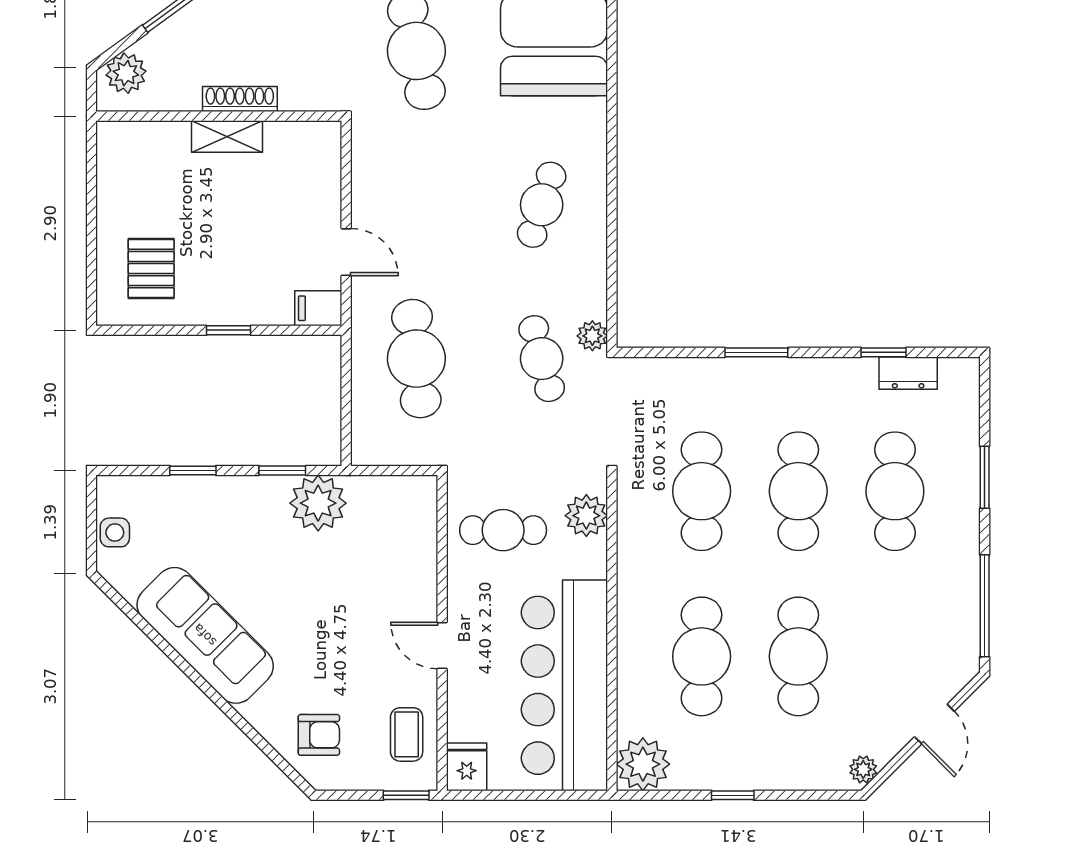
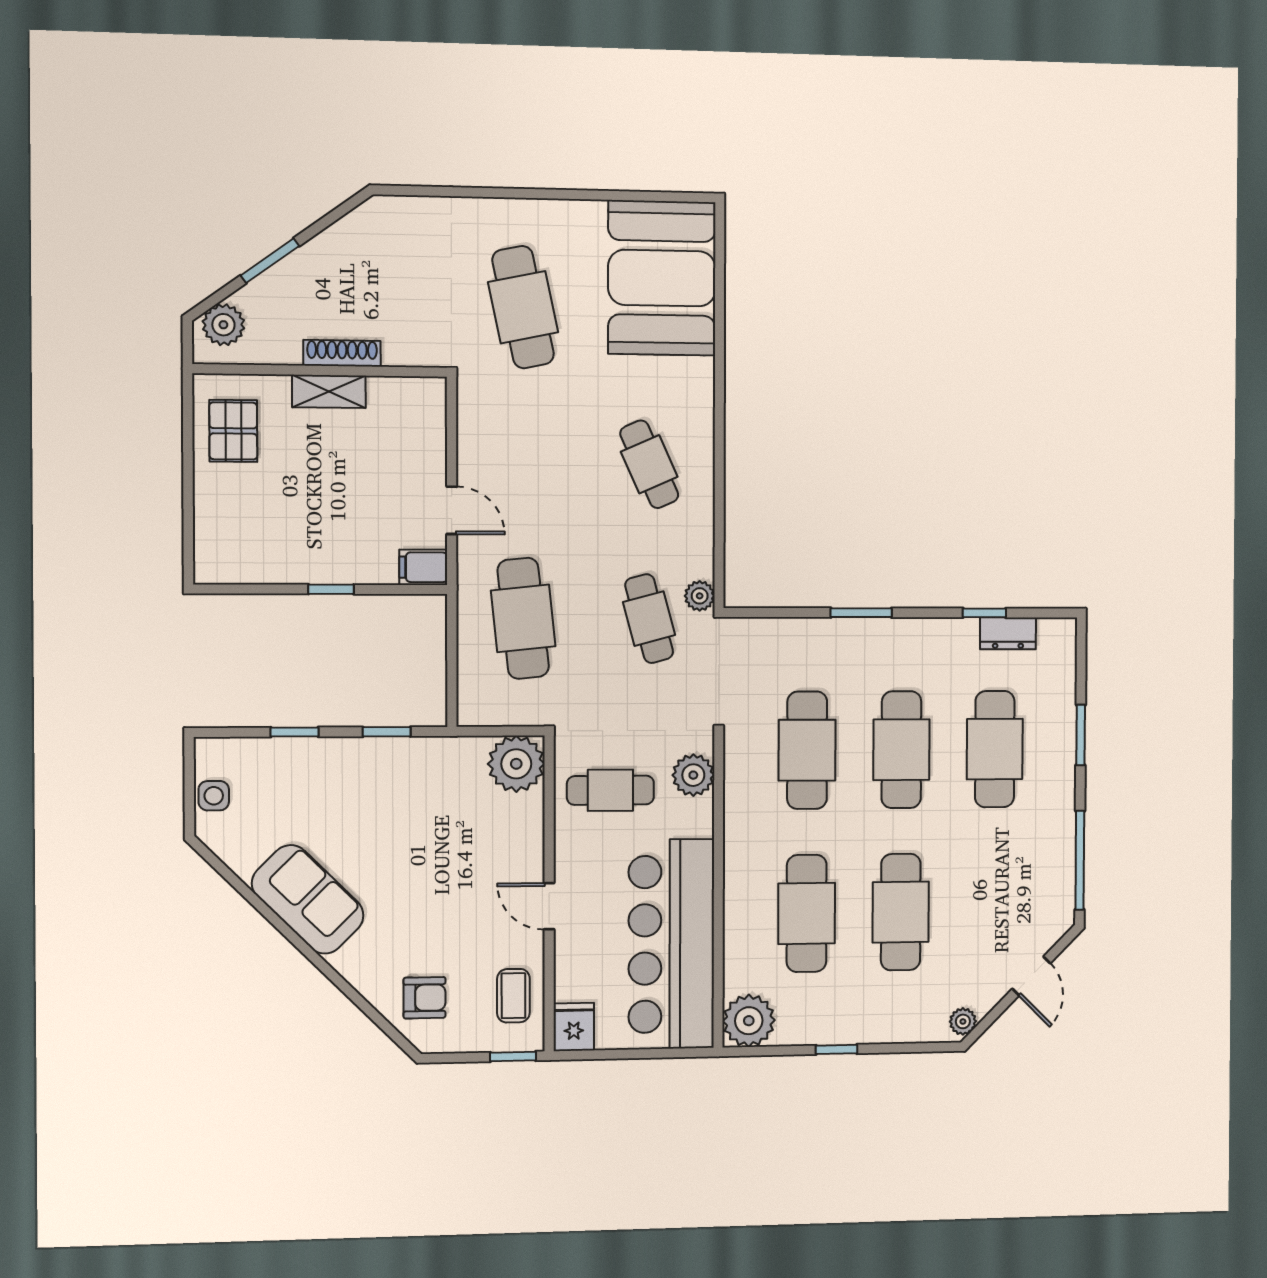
cafe table: (542, 205) -> (649, 464), turned -42
pallet: (151, 269) -> (233, 431), moved
plant: (318, 503) -> (516, 764), moved
sofa: (205, 635) -> (308, 899), width x0.73

